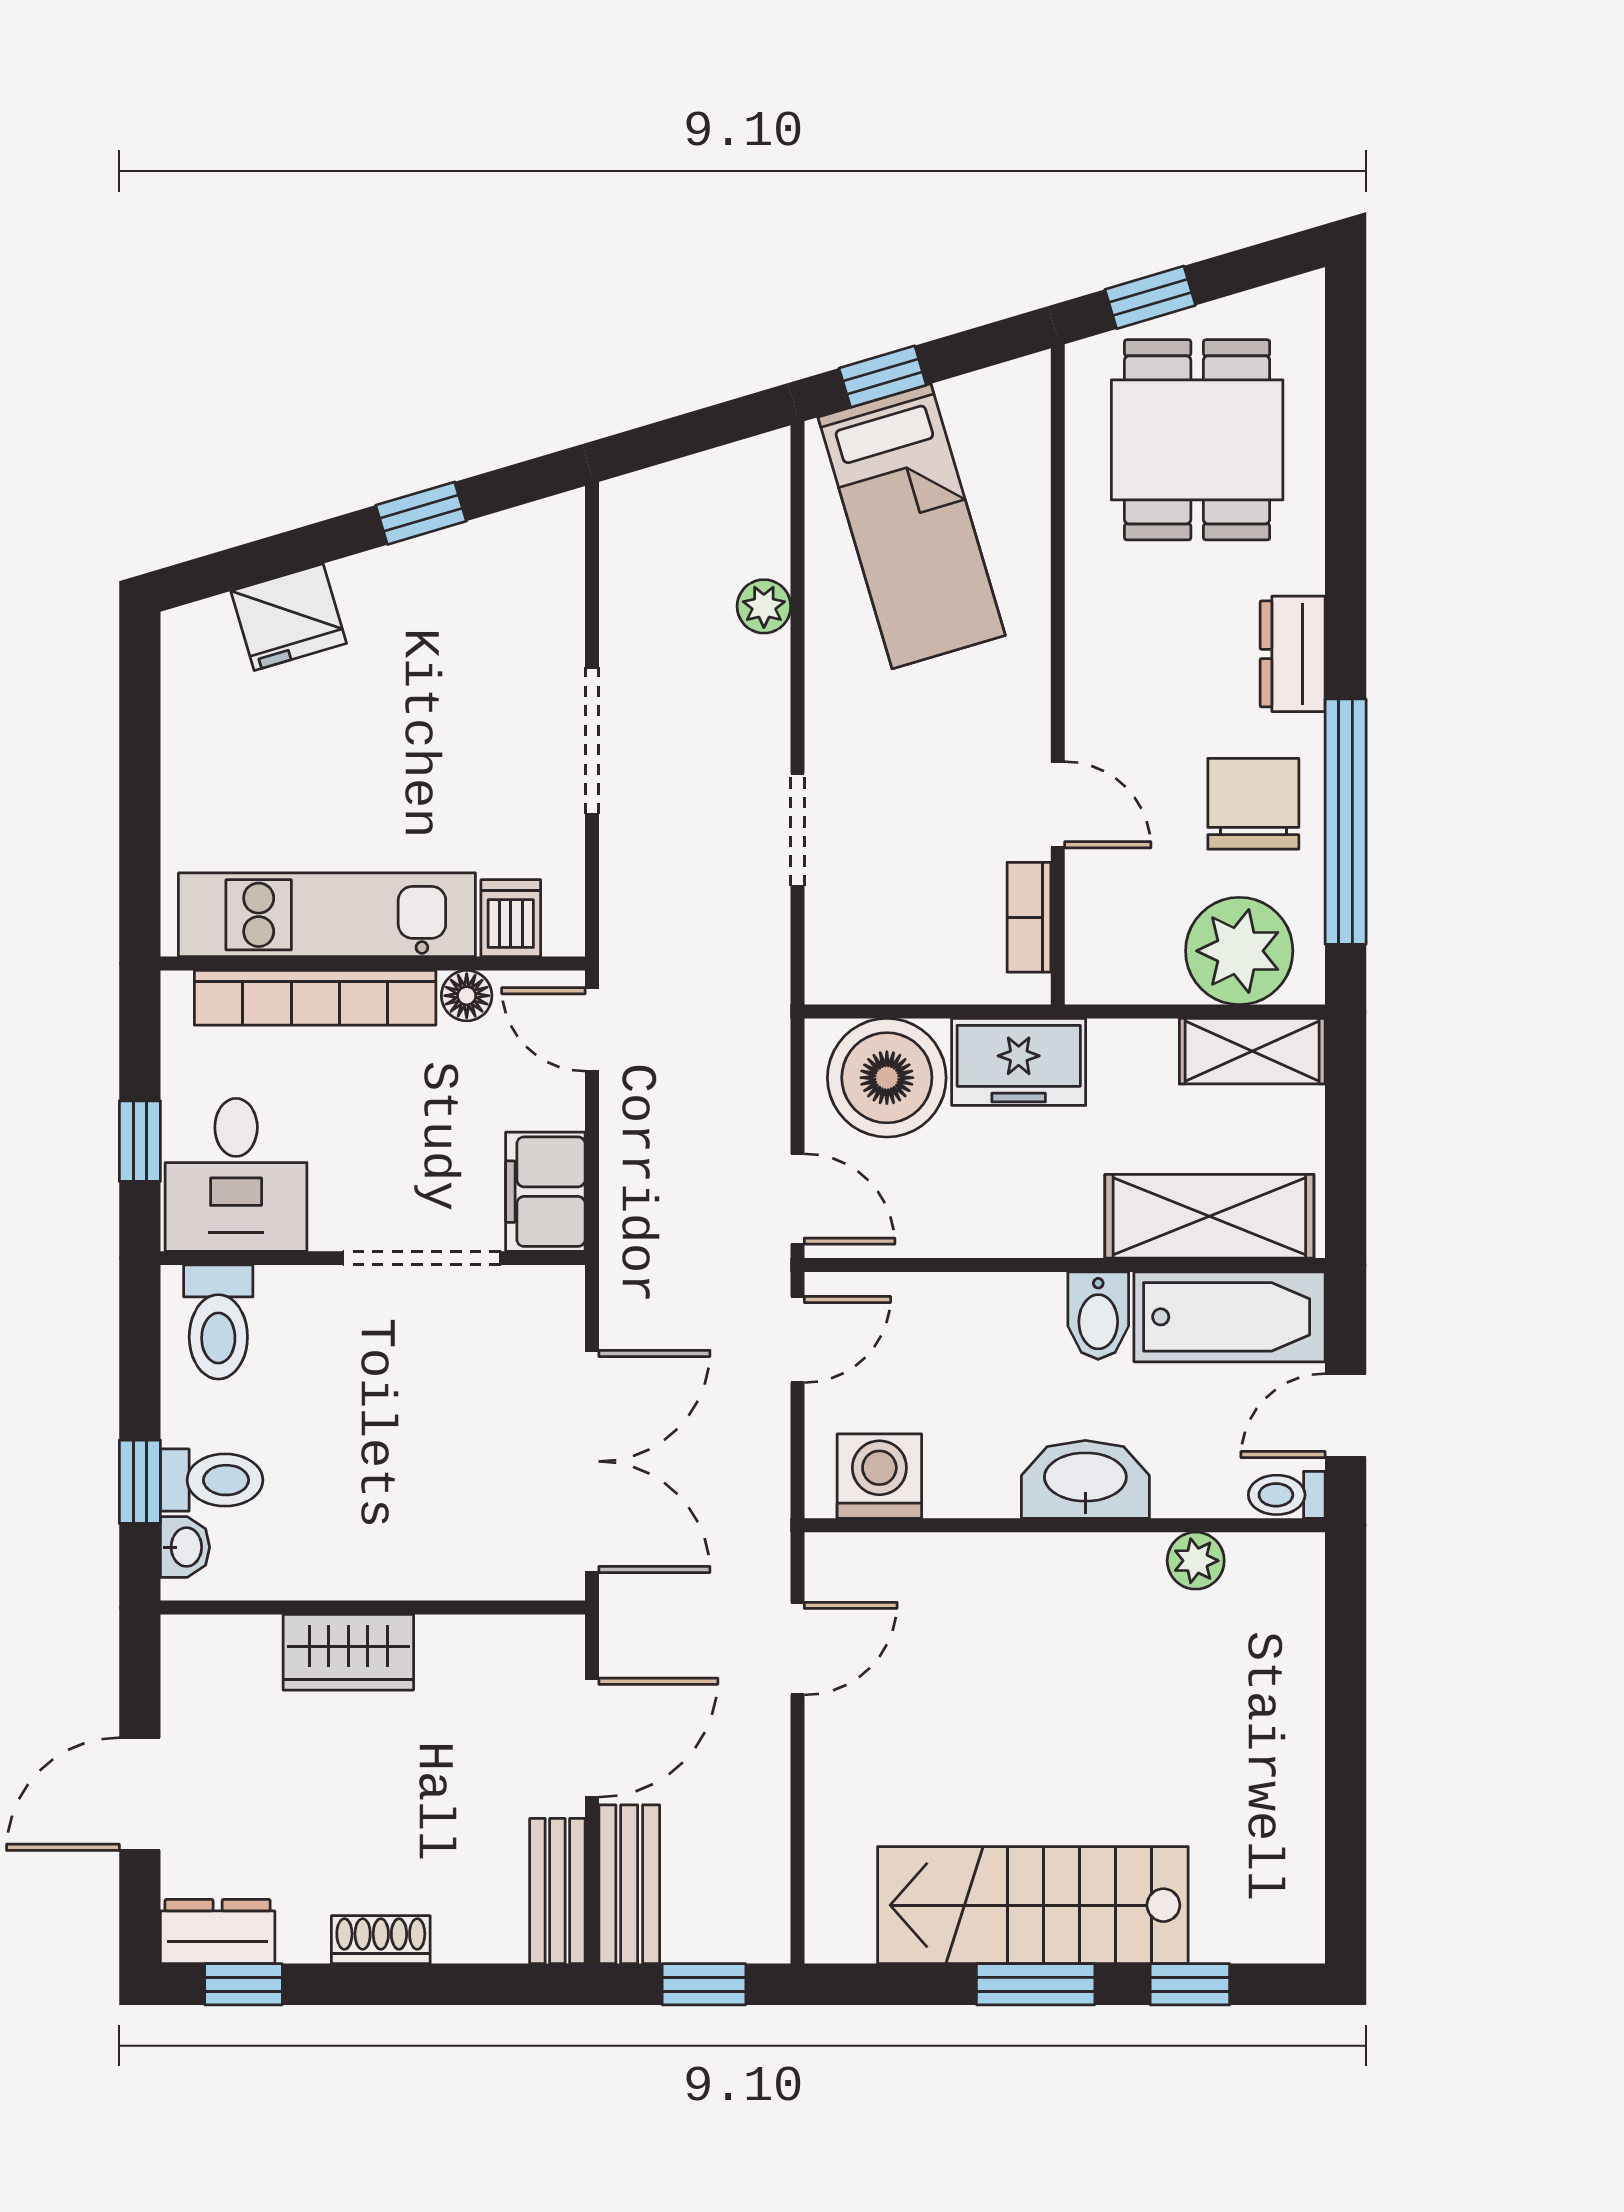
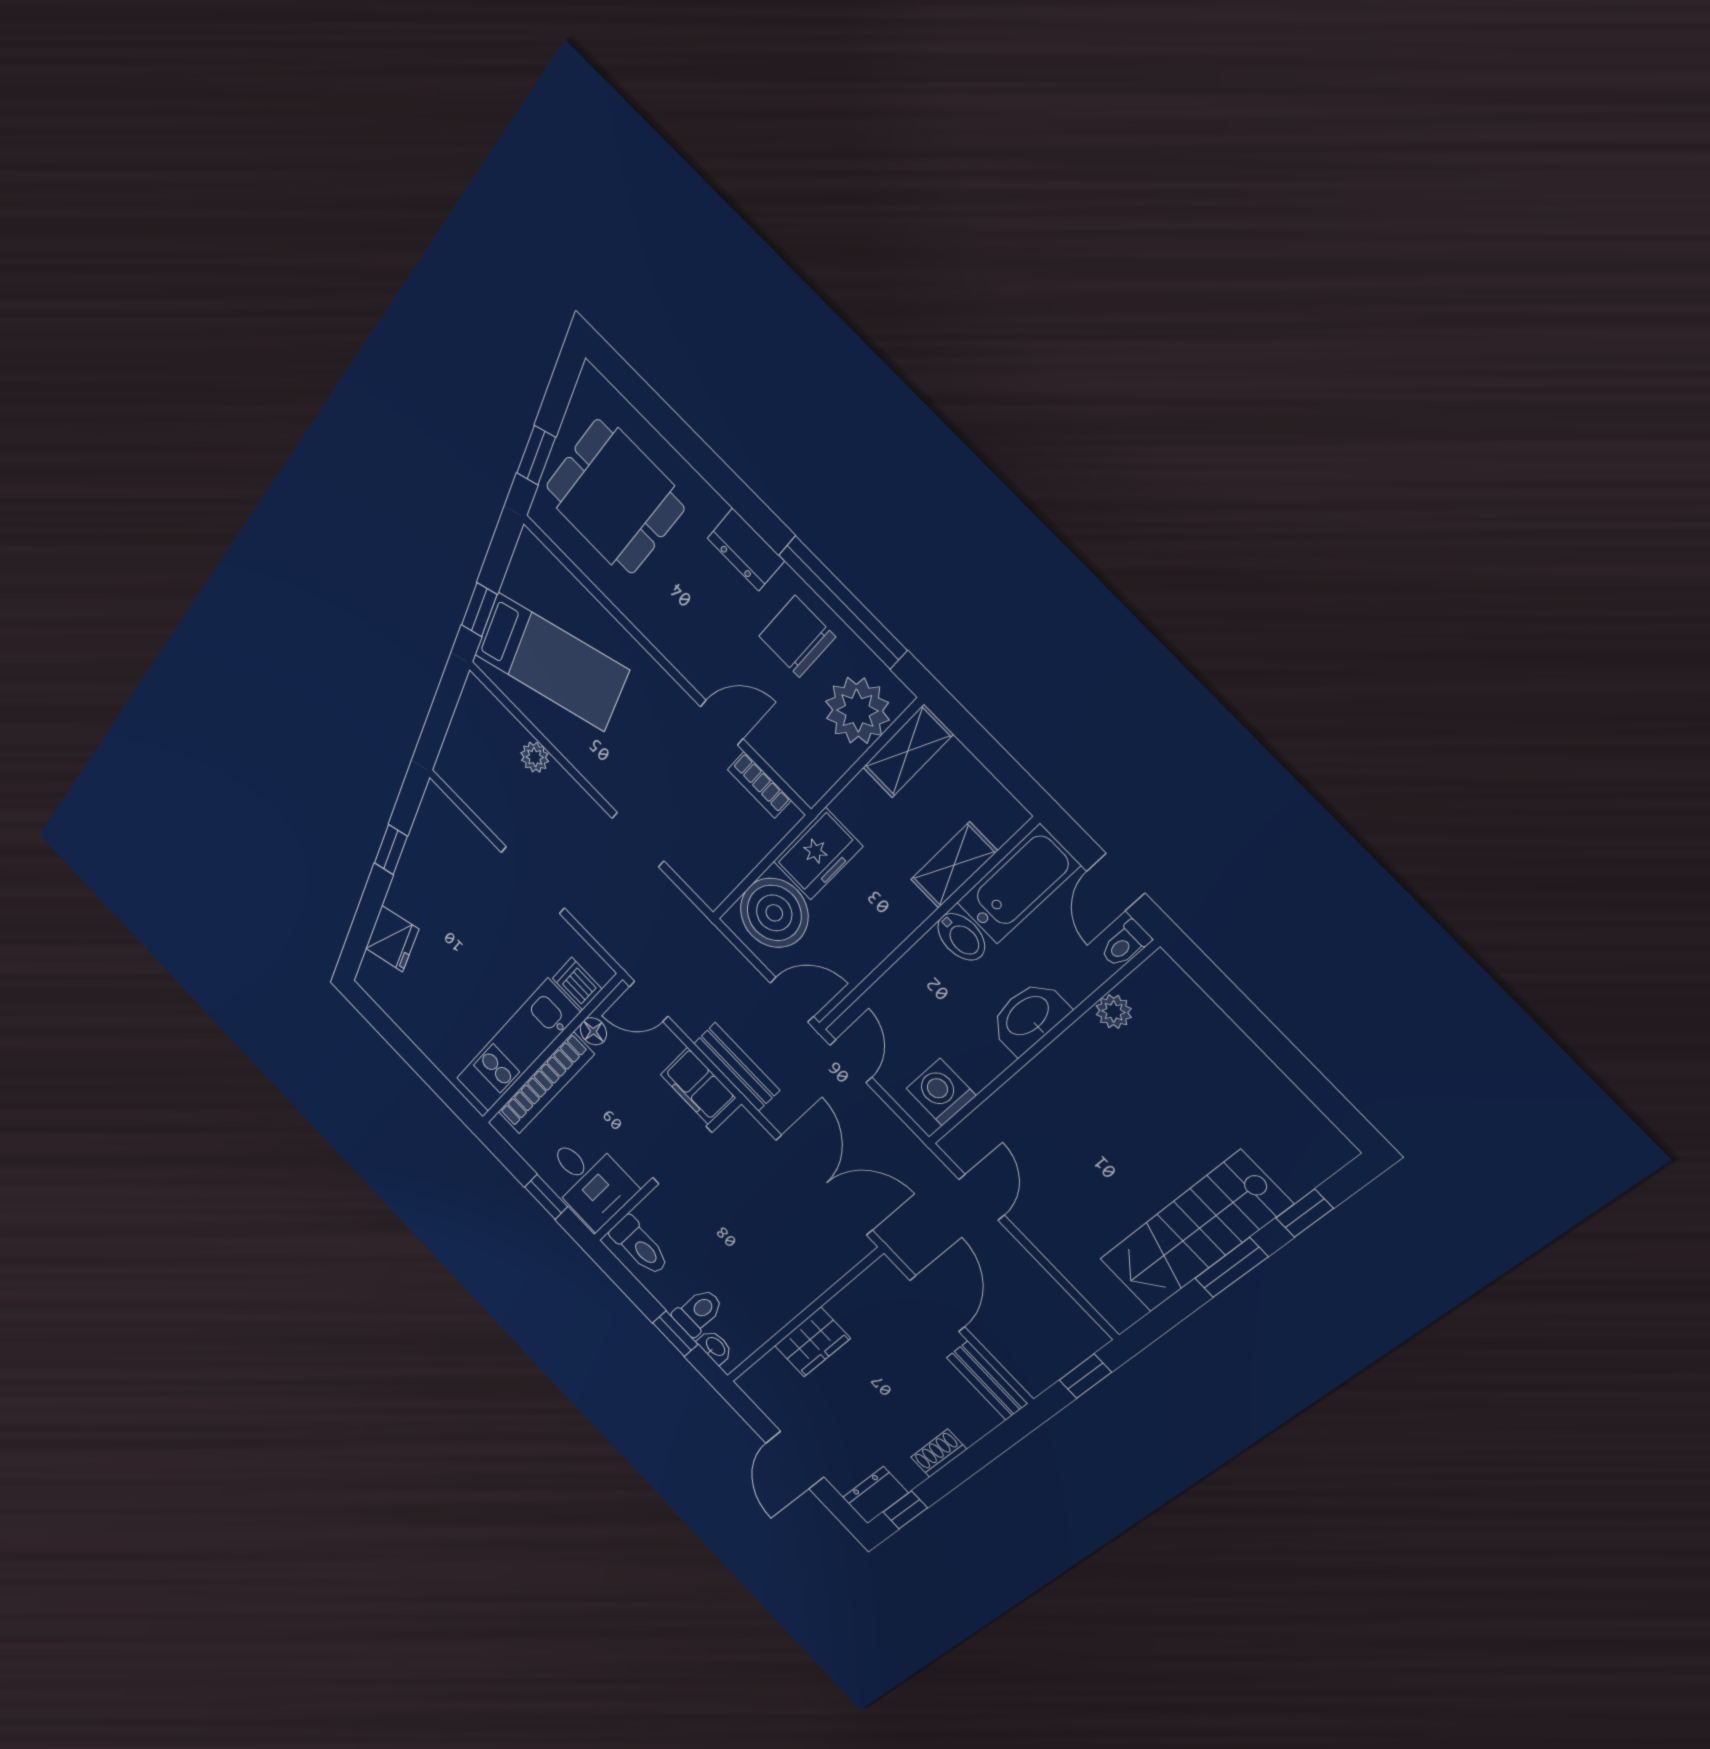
shelving: (1209, 1216) -> (954, 865), width x0.67, depth x0.75
bench: (629, 1884) -> (737, 1067), moved

